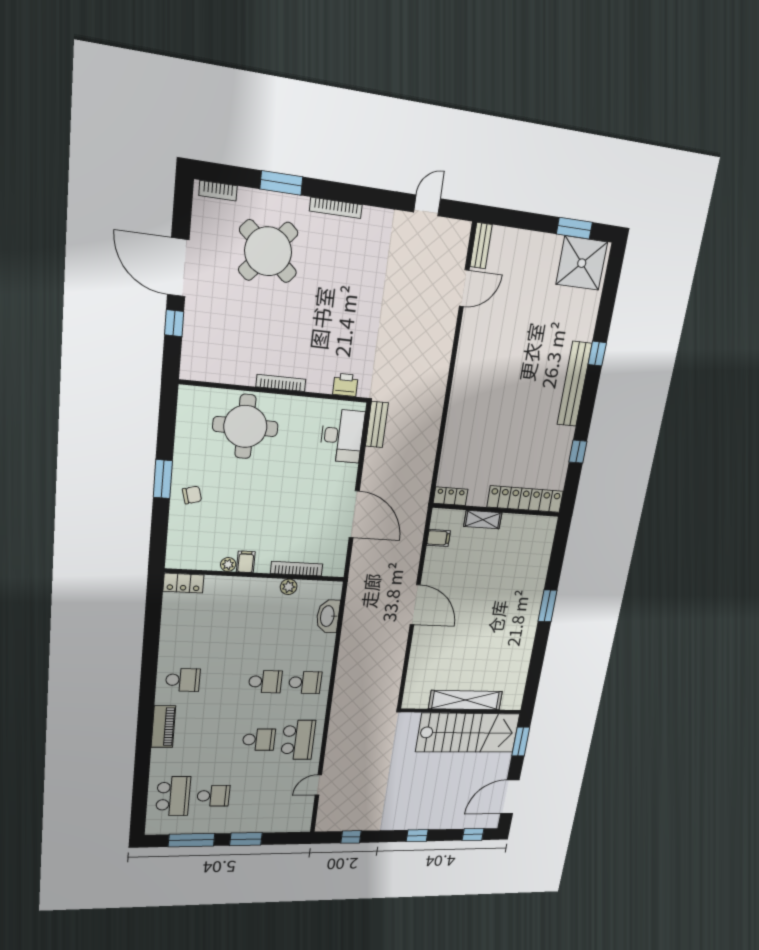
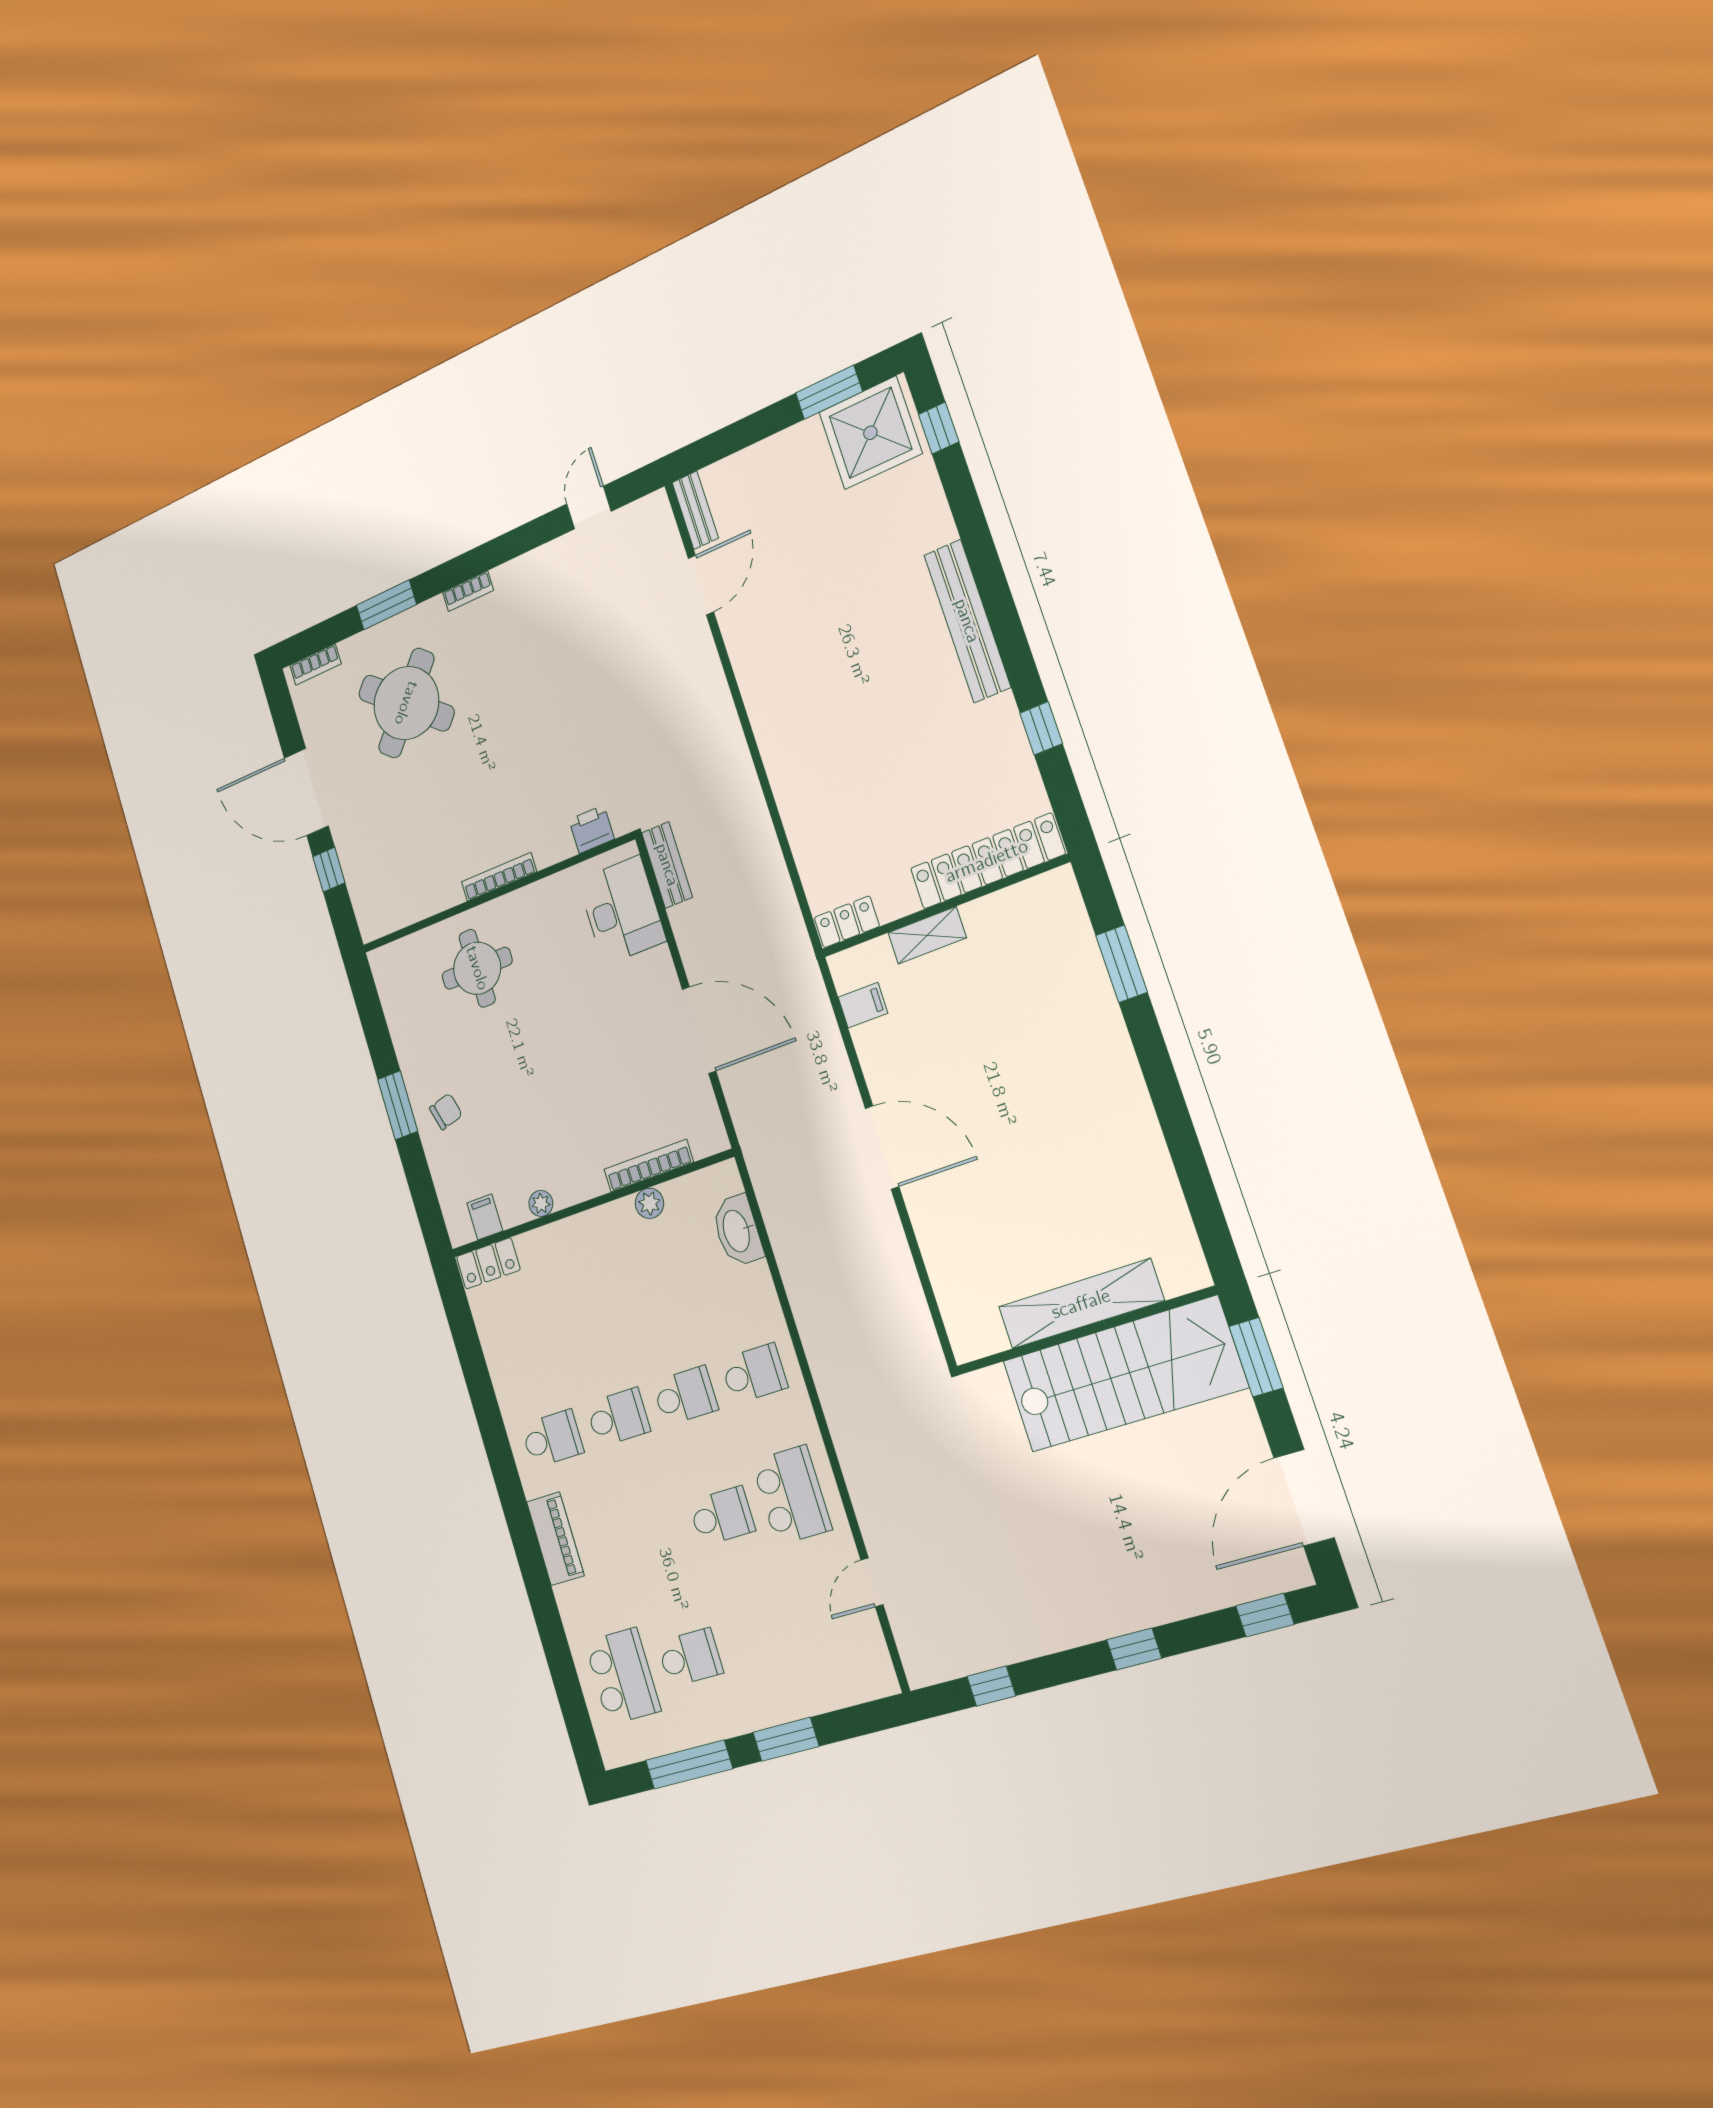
bookcase: (336, 208) -> (468, 591), width x0.64
window: (597, 354) -> (939, 428), moved
round table: (245, 426) -> (477, 968), width x0.73, depth x0.73
filing cabinet: (246, 562) -> (485, 1217), moved
window: (548, 606) -> (1122, 964), moved
school desk: (224, 681) -> (618, 1417), added

